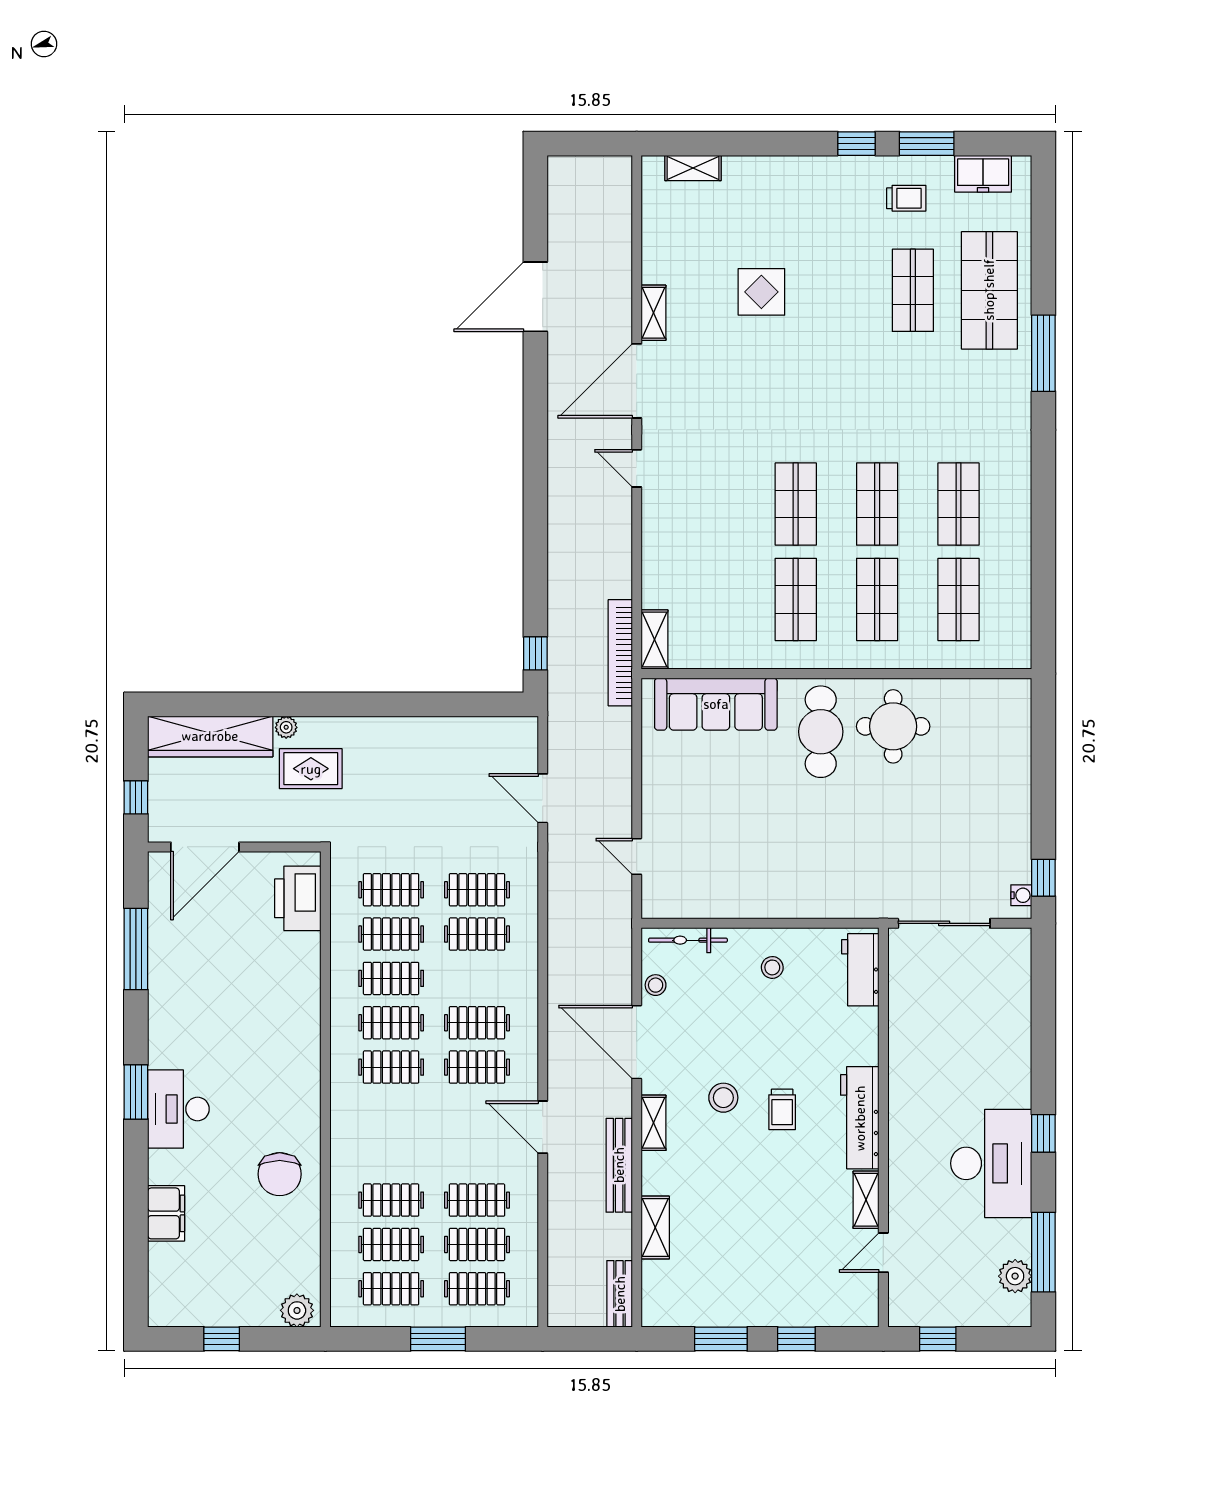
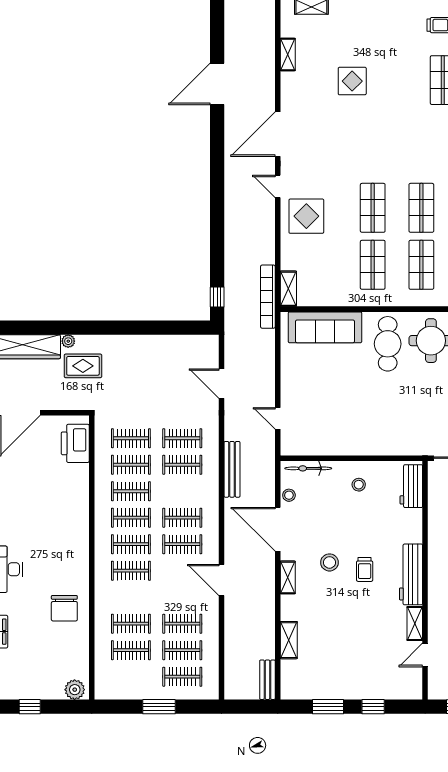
shelving: (653, 313) -> (288, 54), moved
display table: (685, 518) -> (306, 216), added
bench: (619, 1165) -> (232, 469), moved
clothes rail: (391, 1289) -> (131, 571), moved

